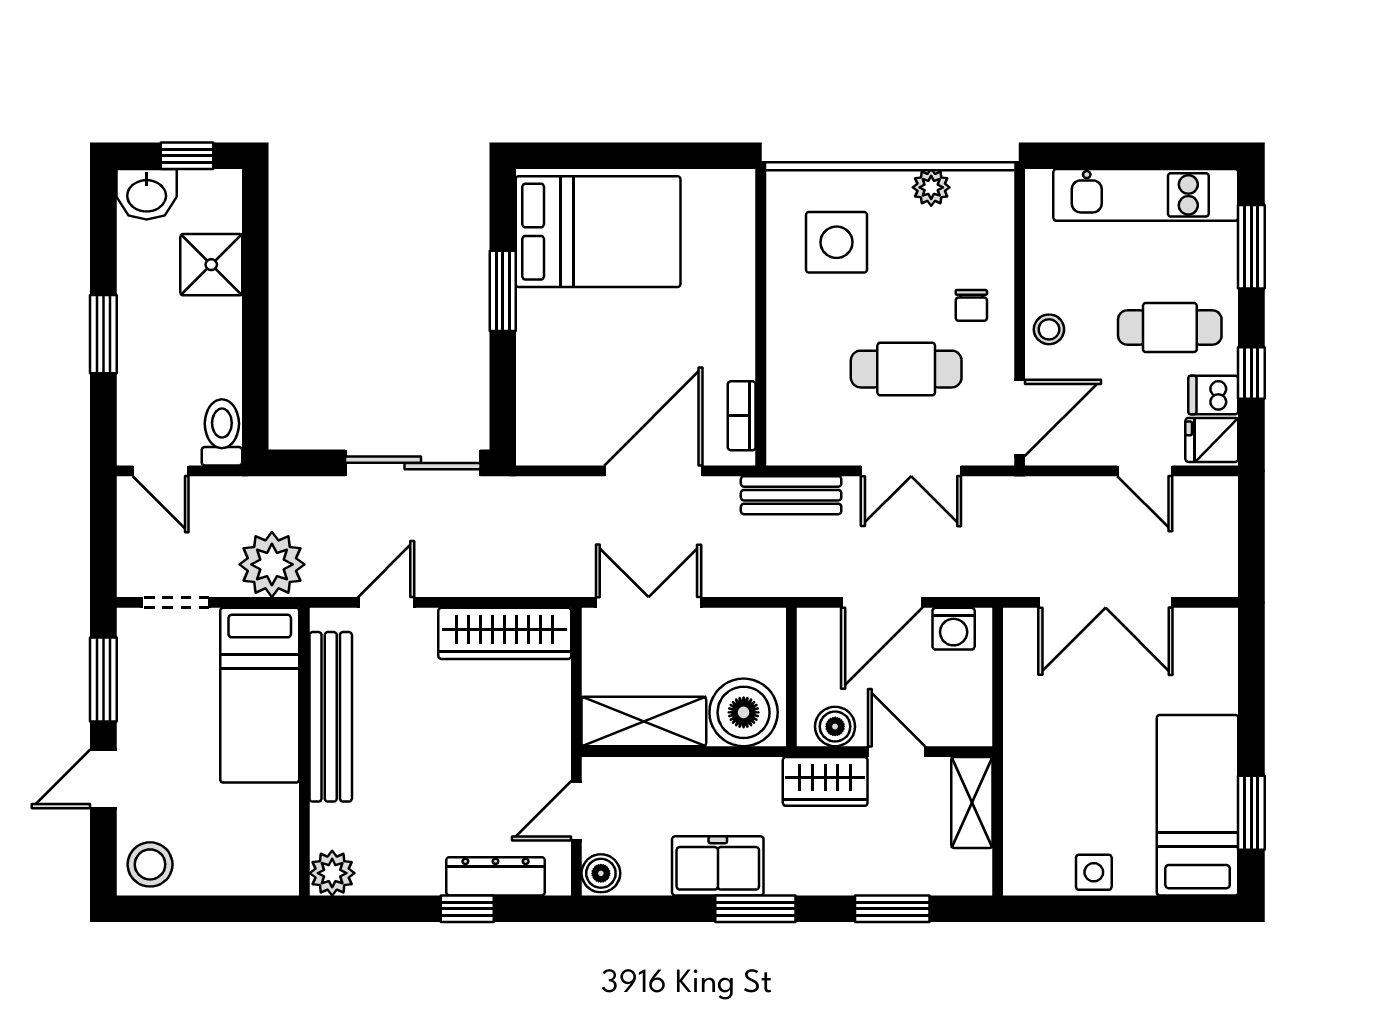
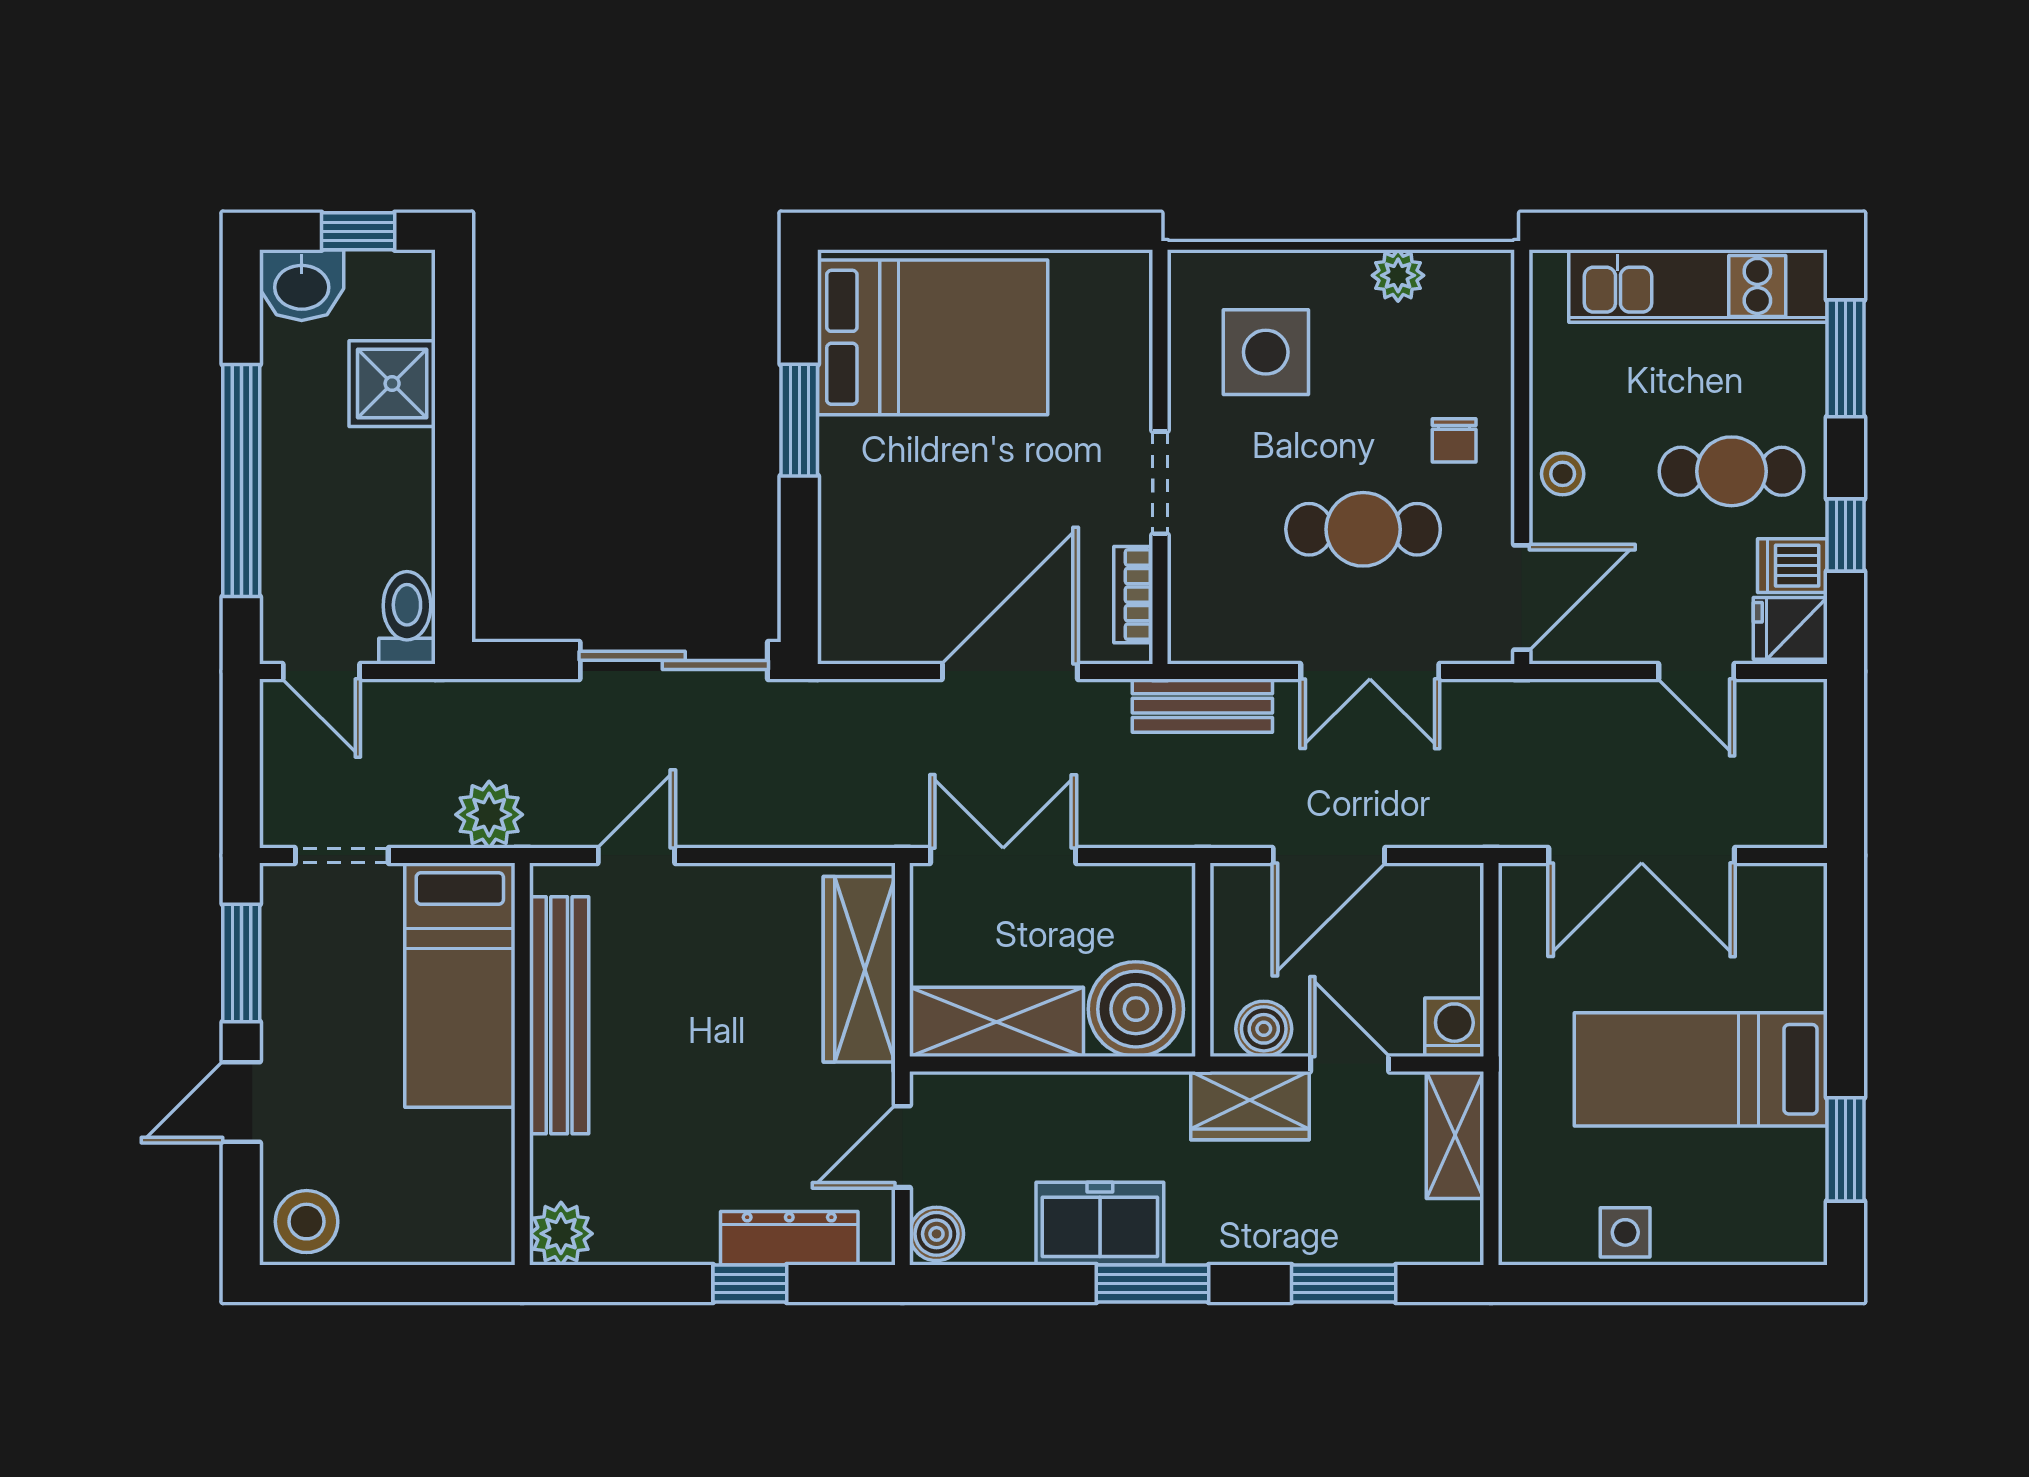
window: (103, 334) -> (241, 481), width x2.11
doorway: (761, 336) -> (1160, 483), added
plant: (272, 564) -> (489, 815), width x0.73, depth x0.73
washing machine: (954, 629) -> (1454, 1027), moved, turned 180
wardrobe: (505, 633) -> (859, 969), moved, turned 90
bed: (1198, 805) -> (1701, 1069), moved, turned -90

